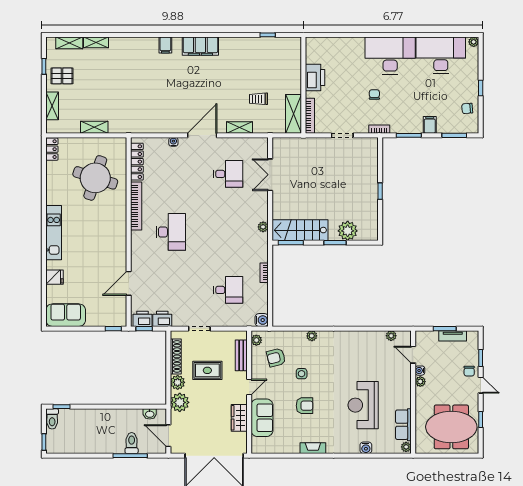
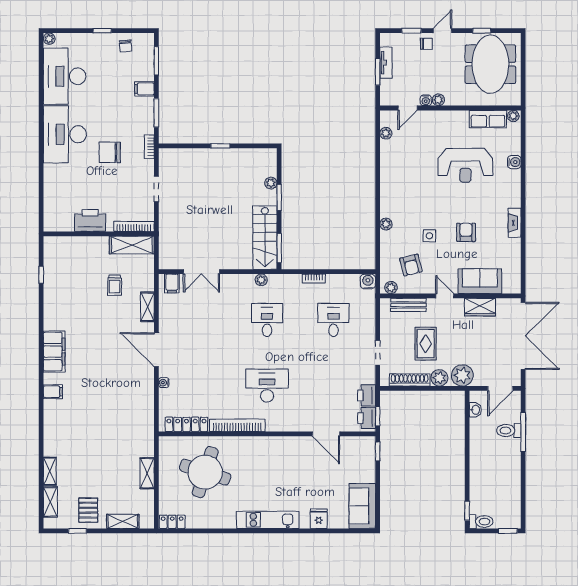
chair: (374, 95) -> (110, 152), width x1.87, depth x1.87
filing cabinet: (260, 149) -> (172, 283), added
desk: (228, 174) -> (267, 320), moved
plant: (348, 231) -> (271, 183), width x0.53, depth x0.53

